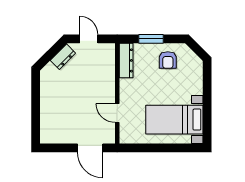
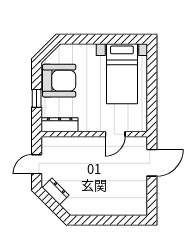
window: (151, 39) -> (37, 98), width x0.67
armchair: (168, 60) -> (59, 81), width x1.88, depth x1.88

